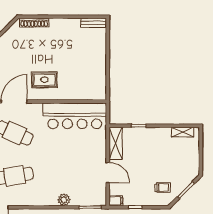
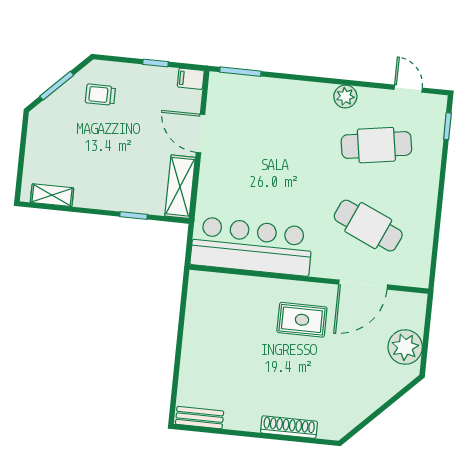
shoe rack: (34, 23) -> (289, 427), moved
plant: (64, 200) -> (345, 96), moved

